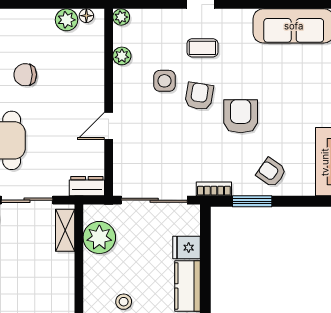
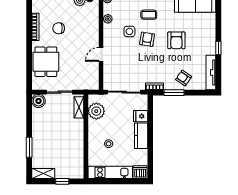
armchair: (241, 116) -> (176, 40), moved, turned 180
dresser: (87, 186) -> (90, 85), removed

